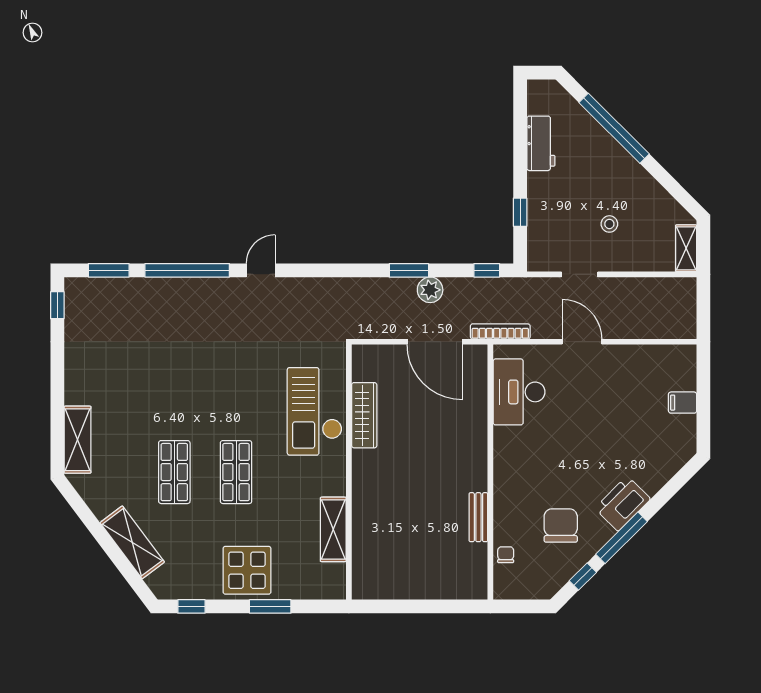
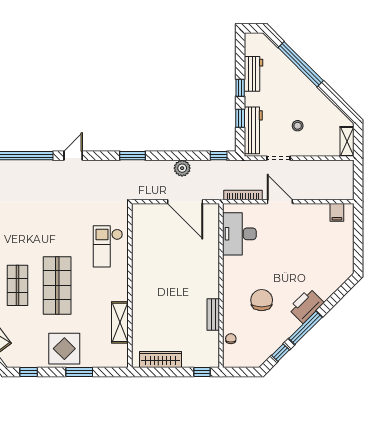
window: (520, 165) -> (240, 88), added
workbench: (541, 231) -> (253, 130), added
window: (409, 270) -> (133, 156), moved
bookcase: (500, 331) -> (243, 195), moved
filing cabinet: (683, 403) -> (337, 212), moved, turned -90
checkout: (315, 411) -> (108, 246), width x0.73, depth x0.83
wardrobe: (364, 415) -> (160, 359), moved, turned -90
shop shelf: (236, 472) -> (57, 285), width x1.43, depth x1.36
chair: (561, 525) -> (262, 300), moved
window: (461, 606) -> (202, 372), added

